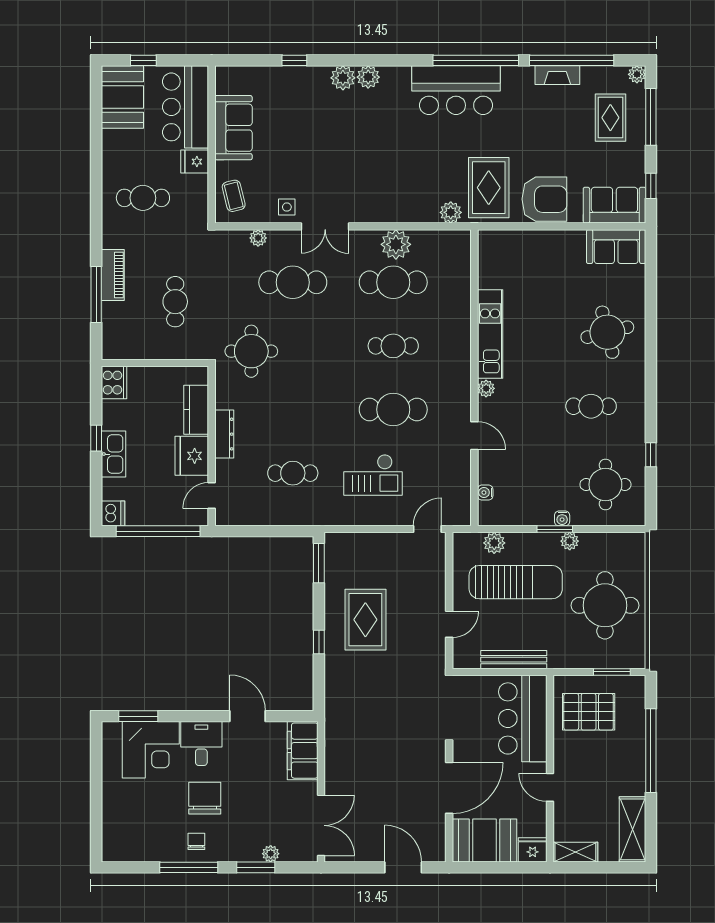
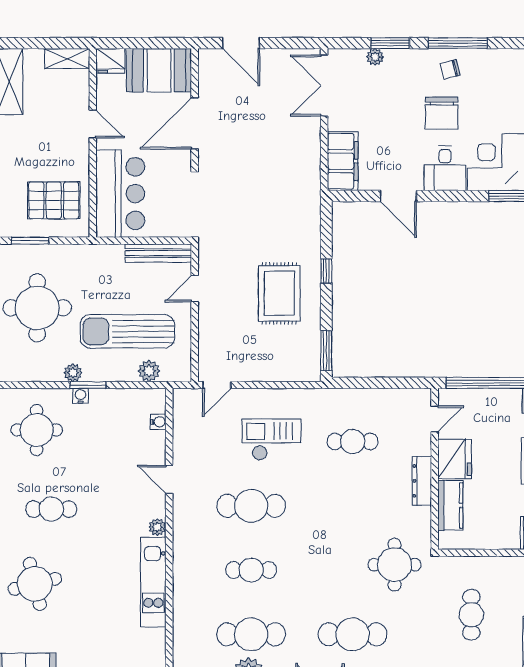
bench: (514, 660) -> (158, 253), moved
chair: (196, 841) -> (450, 69), turned 75

